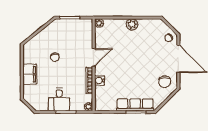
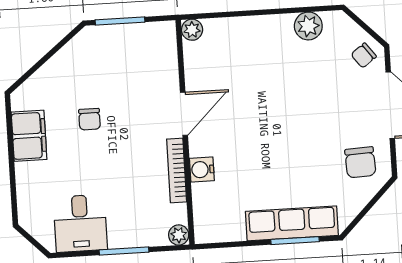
plant: (132, 24) -> (308, 26), moved
filing cabinet: (30, 74) -> (29, 136), moved
desk: (59, 100) -> (80, 223), moved

